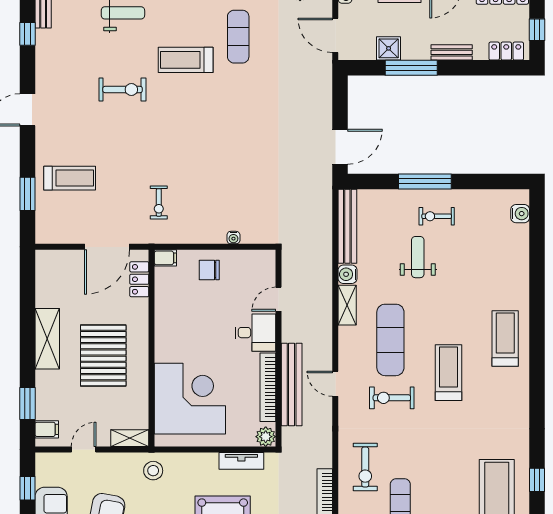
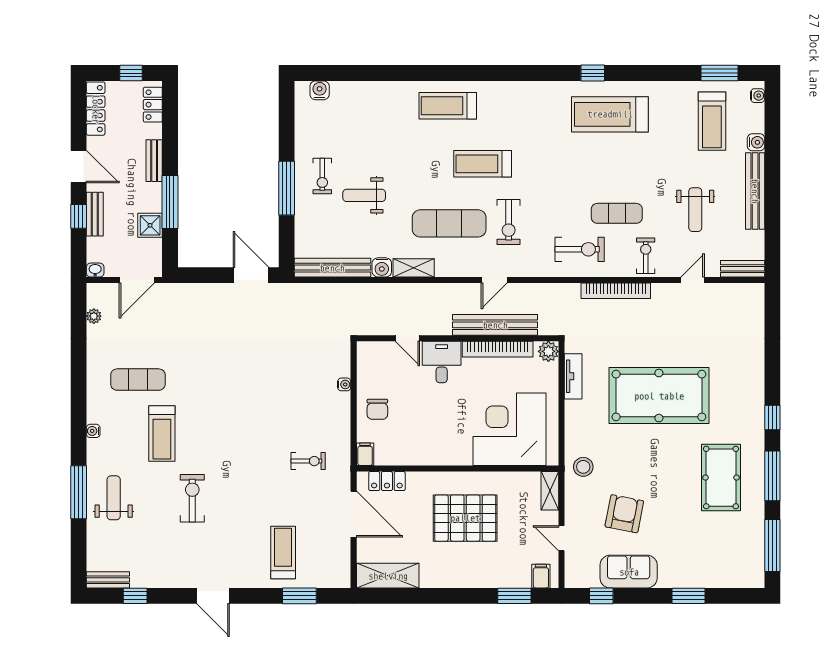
shelving: (47, 339) -> (388, 576), moved

